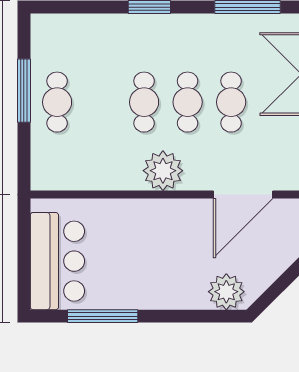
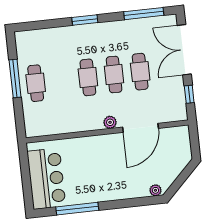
plant: (163, 171) -> (110, 122), width x0.53, depth x0.53
door: (243, 195) -> (141, 128), moved
plant: (226, 292) -> (155, 190), width x0.53, depth x0.53

